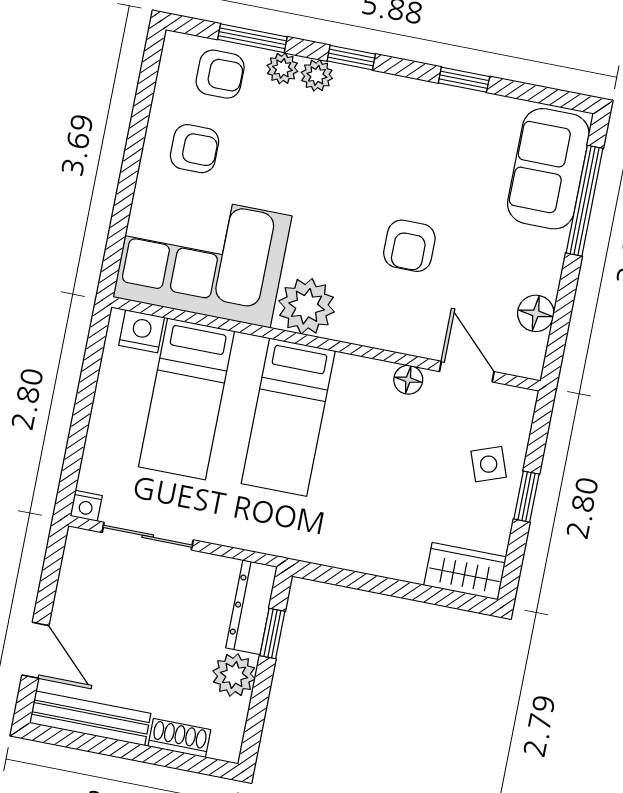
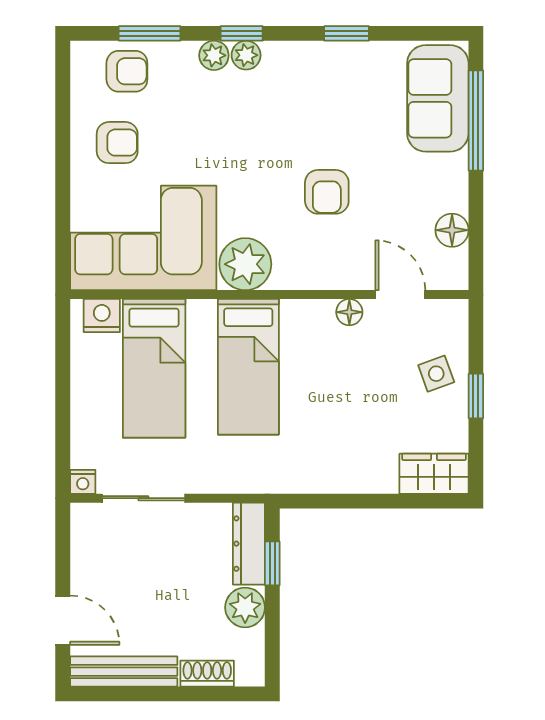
plant: (282, 68) -> (246, 55), moved

